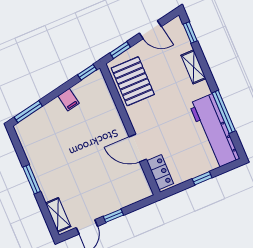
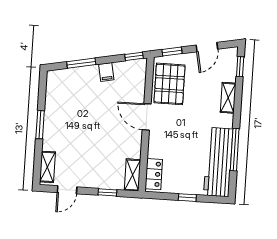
door: (150, 30) -> (207, 47), hinge flipped
window: (28, 112) -> (81, 63), moved
door: (138, 148) -> (147, 117), moved
shelving: (141, 183) -> (133, 175), added
window: (113, 216) -> (107, 192), moved

